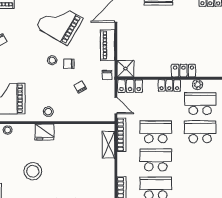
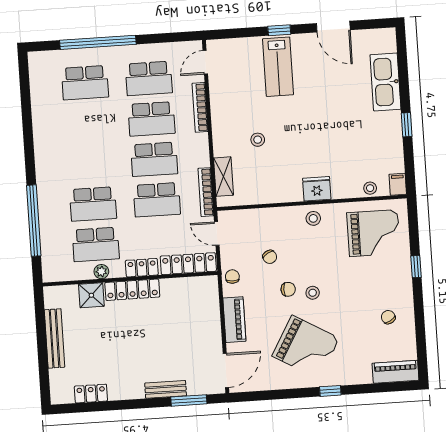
shower: (125, 69) -> (91, 295), moved
locker: (184, 71) -> (132, 290), width x1.53
locker: (130, 86) -> (188, 264), width x1.53
stool: (33, 171) -> (258, 140), moved, width x0.53, depth x0.53

